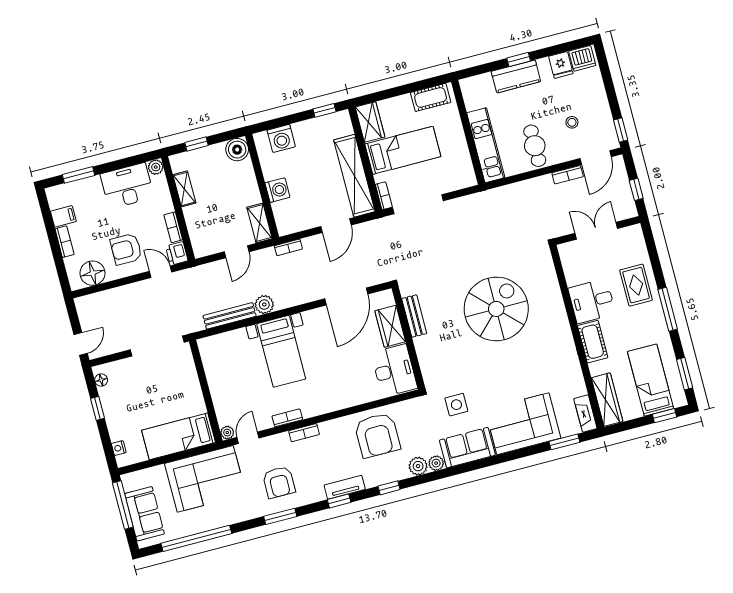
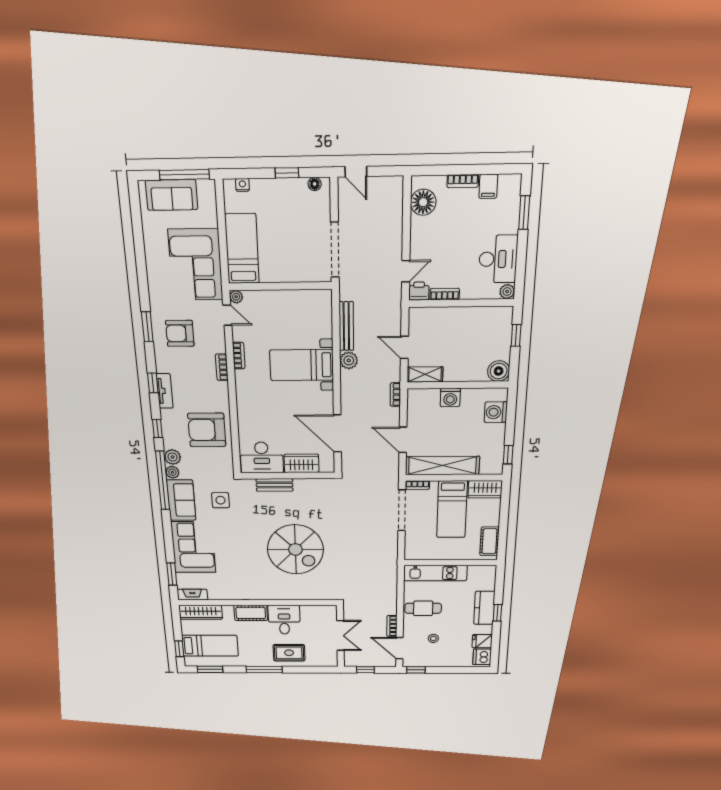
shelving: (184, 189) -> (478, 314), removed
armchair: (126, 249) -> (437, 243), removed
bench: (414, 316) -> (275, 485), moved
window: (196, 538) -> (163, 481), moved

